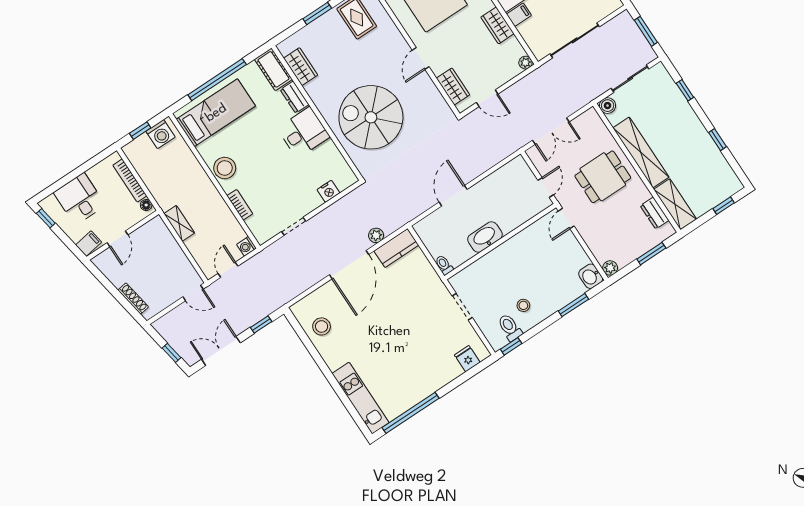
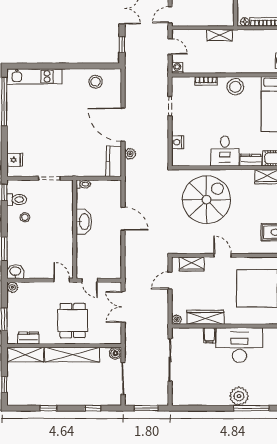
wardrobe: (497, 25) -> (205, 317), width x1.50

